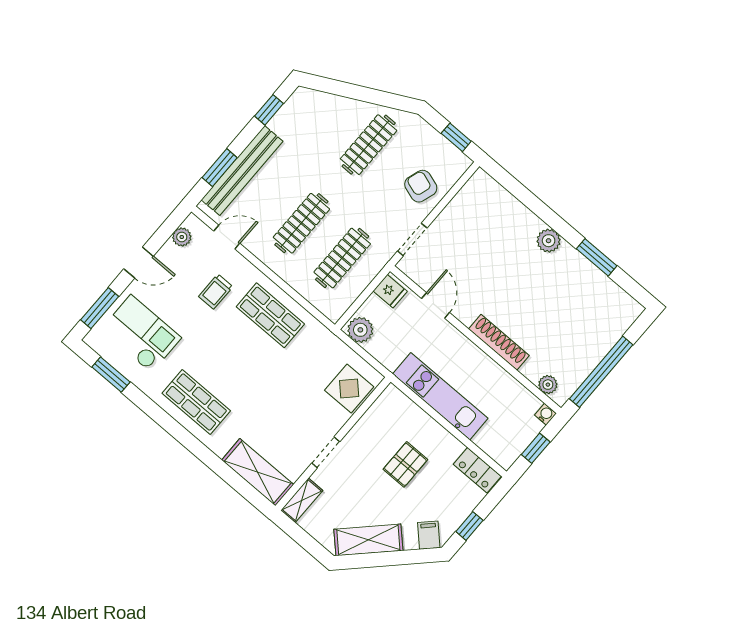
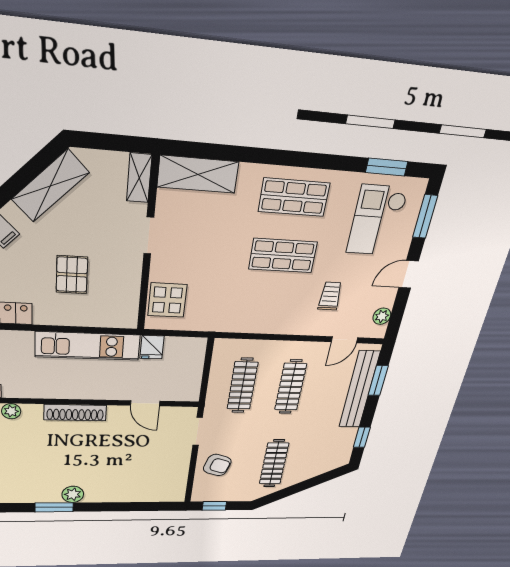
plant: (549, 241) -> (73, 494), moved
fridge: (390, 291) -> (152, 347), moved, turned -90
shop shelf: (270, 315) -> (283, 256), moved
plant: (360, 330) -> (191, 348), removed
checkout: (141, 334) -> (377, 221), turned 90

